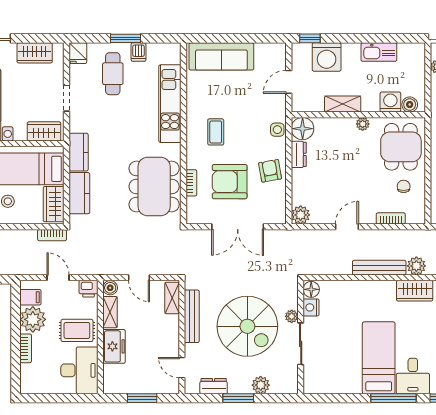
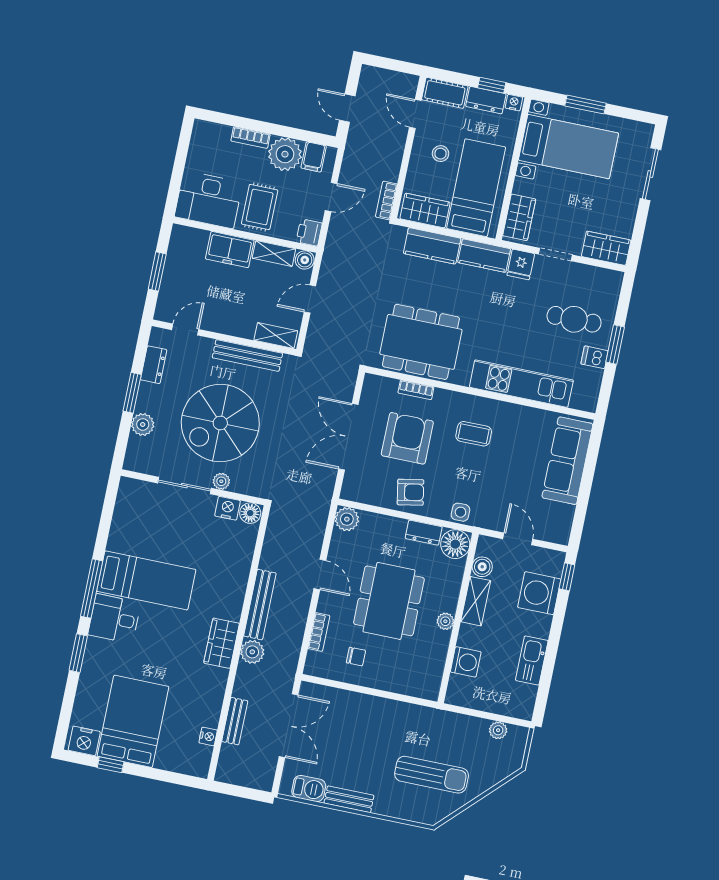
wardrobe: (35, 53) -> (606, 248), moved, turned 90
fridge: (78, 53) -> (521, 264), moved, turned -90
boiler: (410, 105) -> (482, 567), moved
dining table: (401, 147) -> (389, 601), moved, width x1.37

